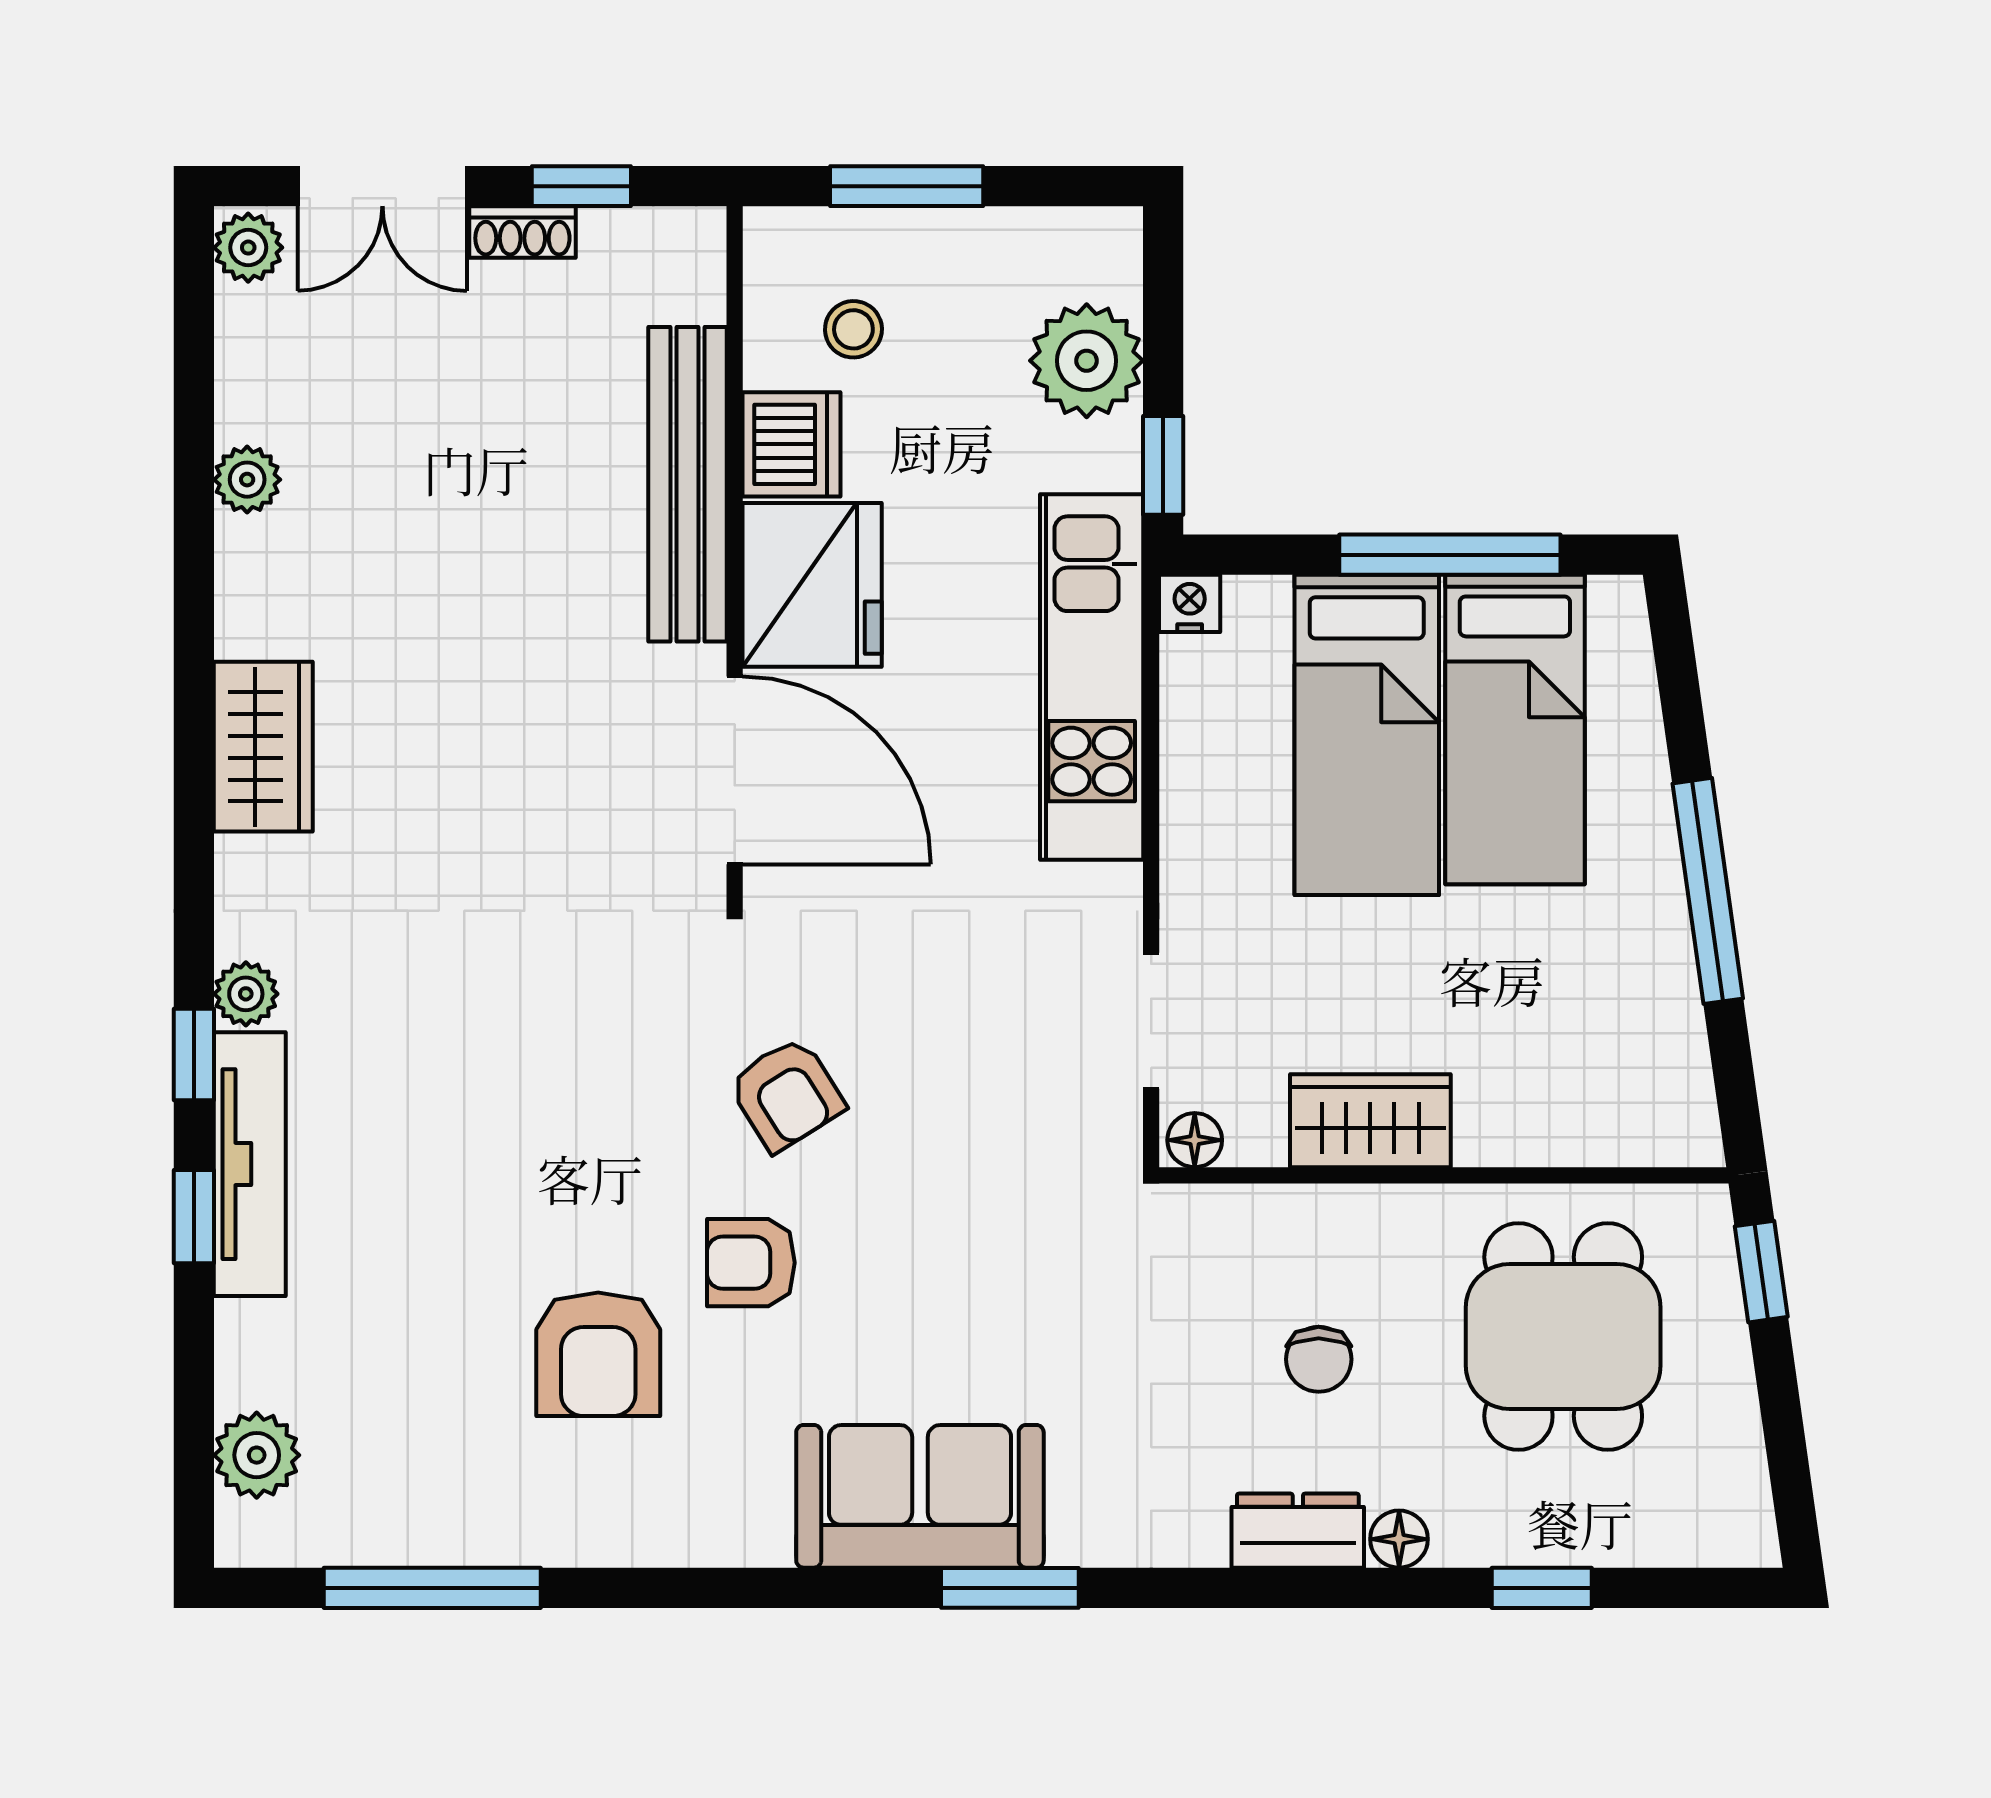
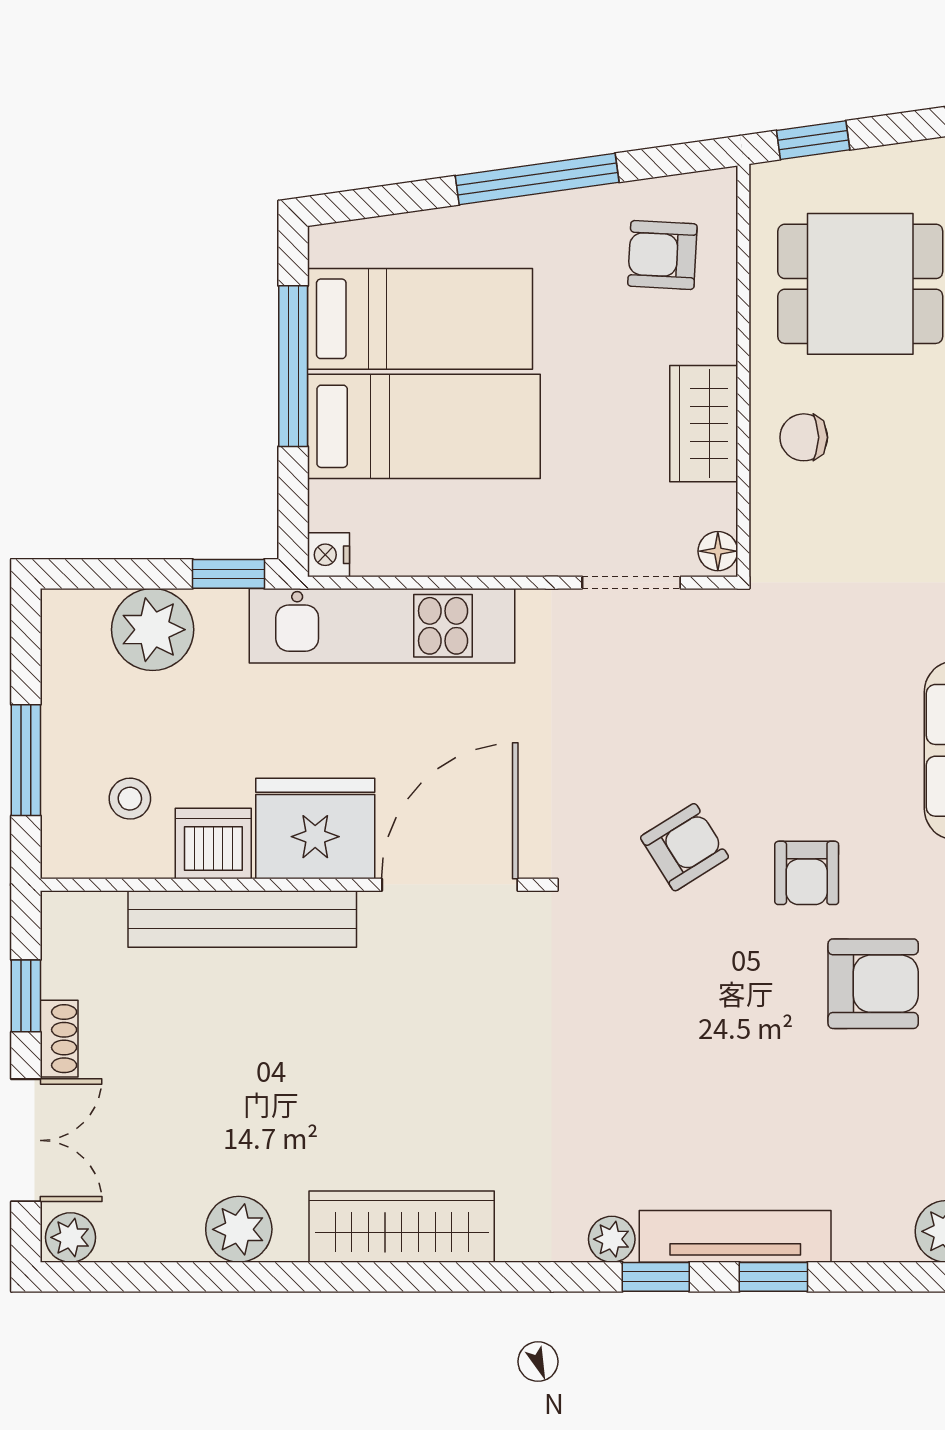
plant: (247, 480) -> (239, 1229), width x1.38, depth x1.38
wardrobe: (263, 747) -> (402, 1227), width x1.50
armchair: (1603, 1064) -> (662, 255), added
chair: (1319, 1359) -> (804, 437), moved, turned 180

